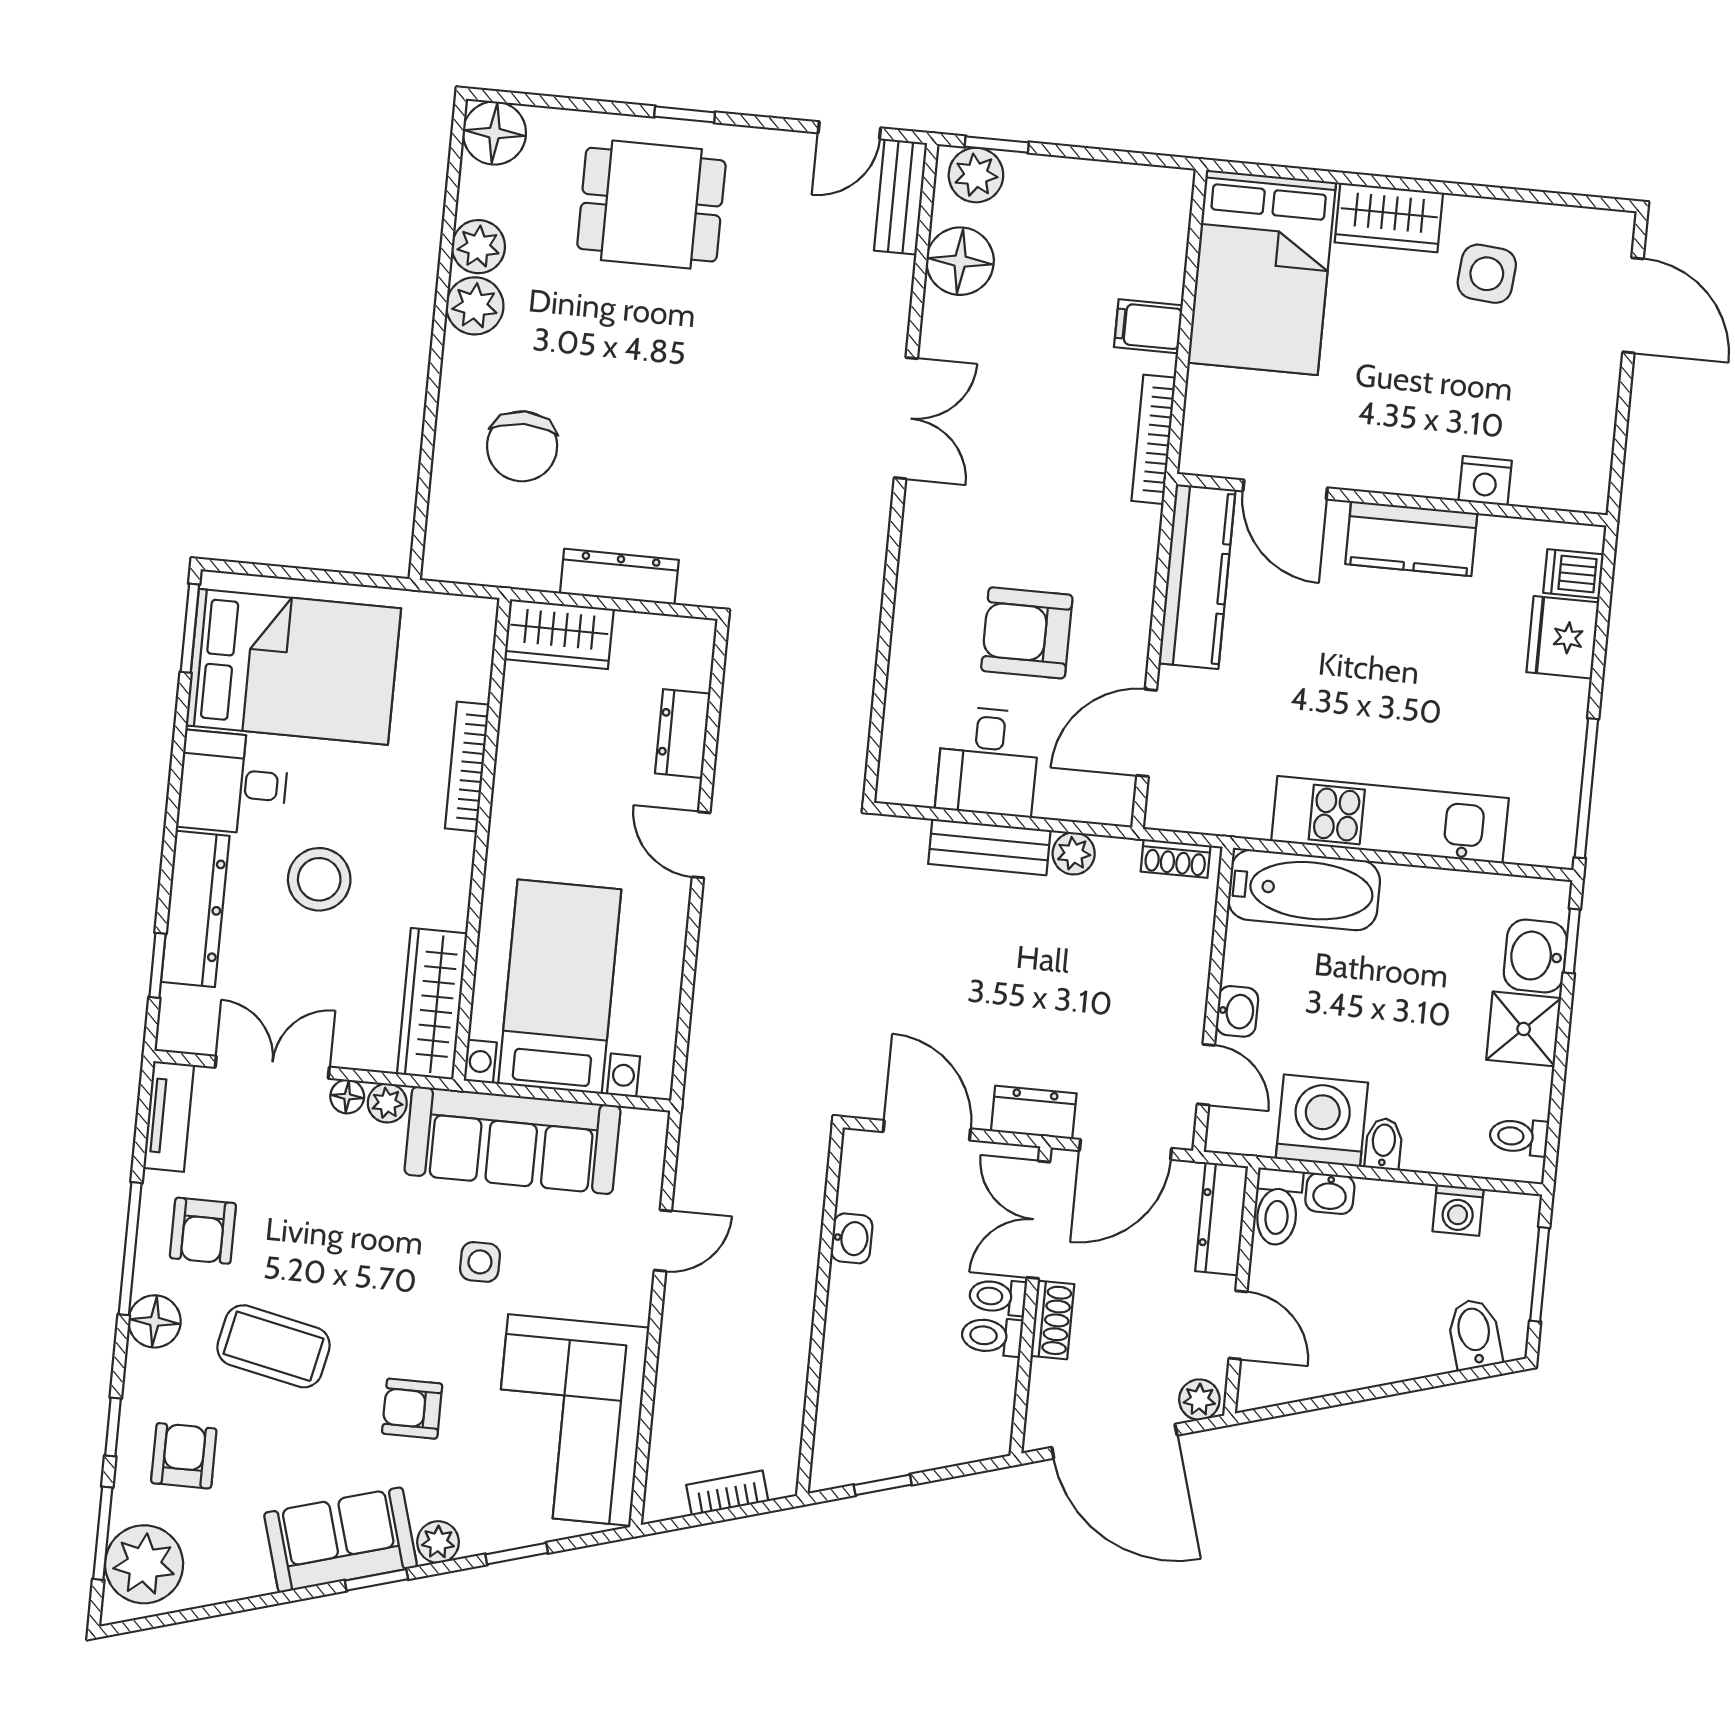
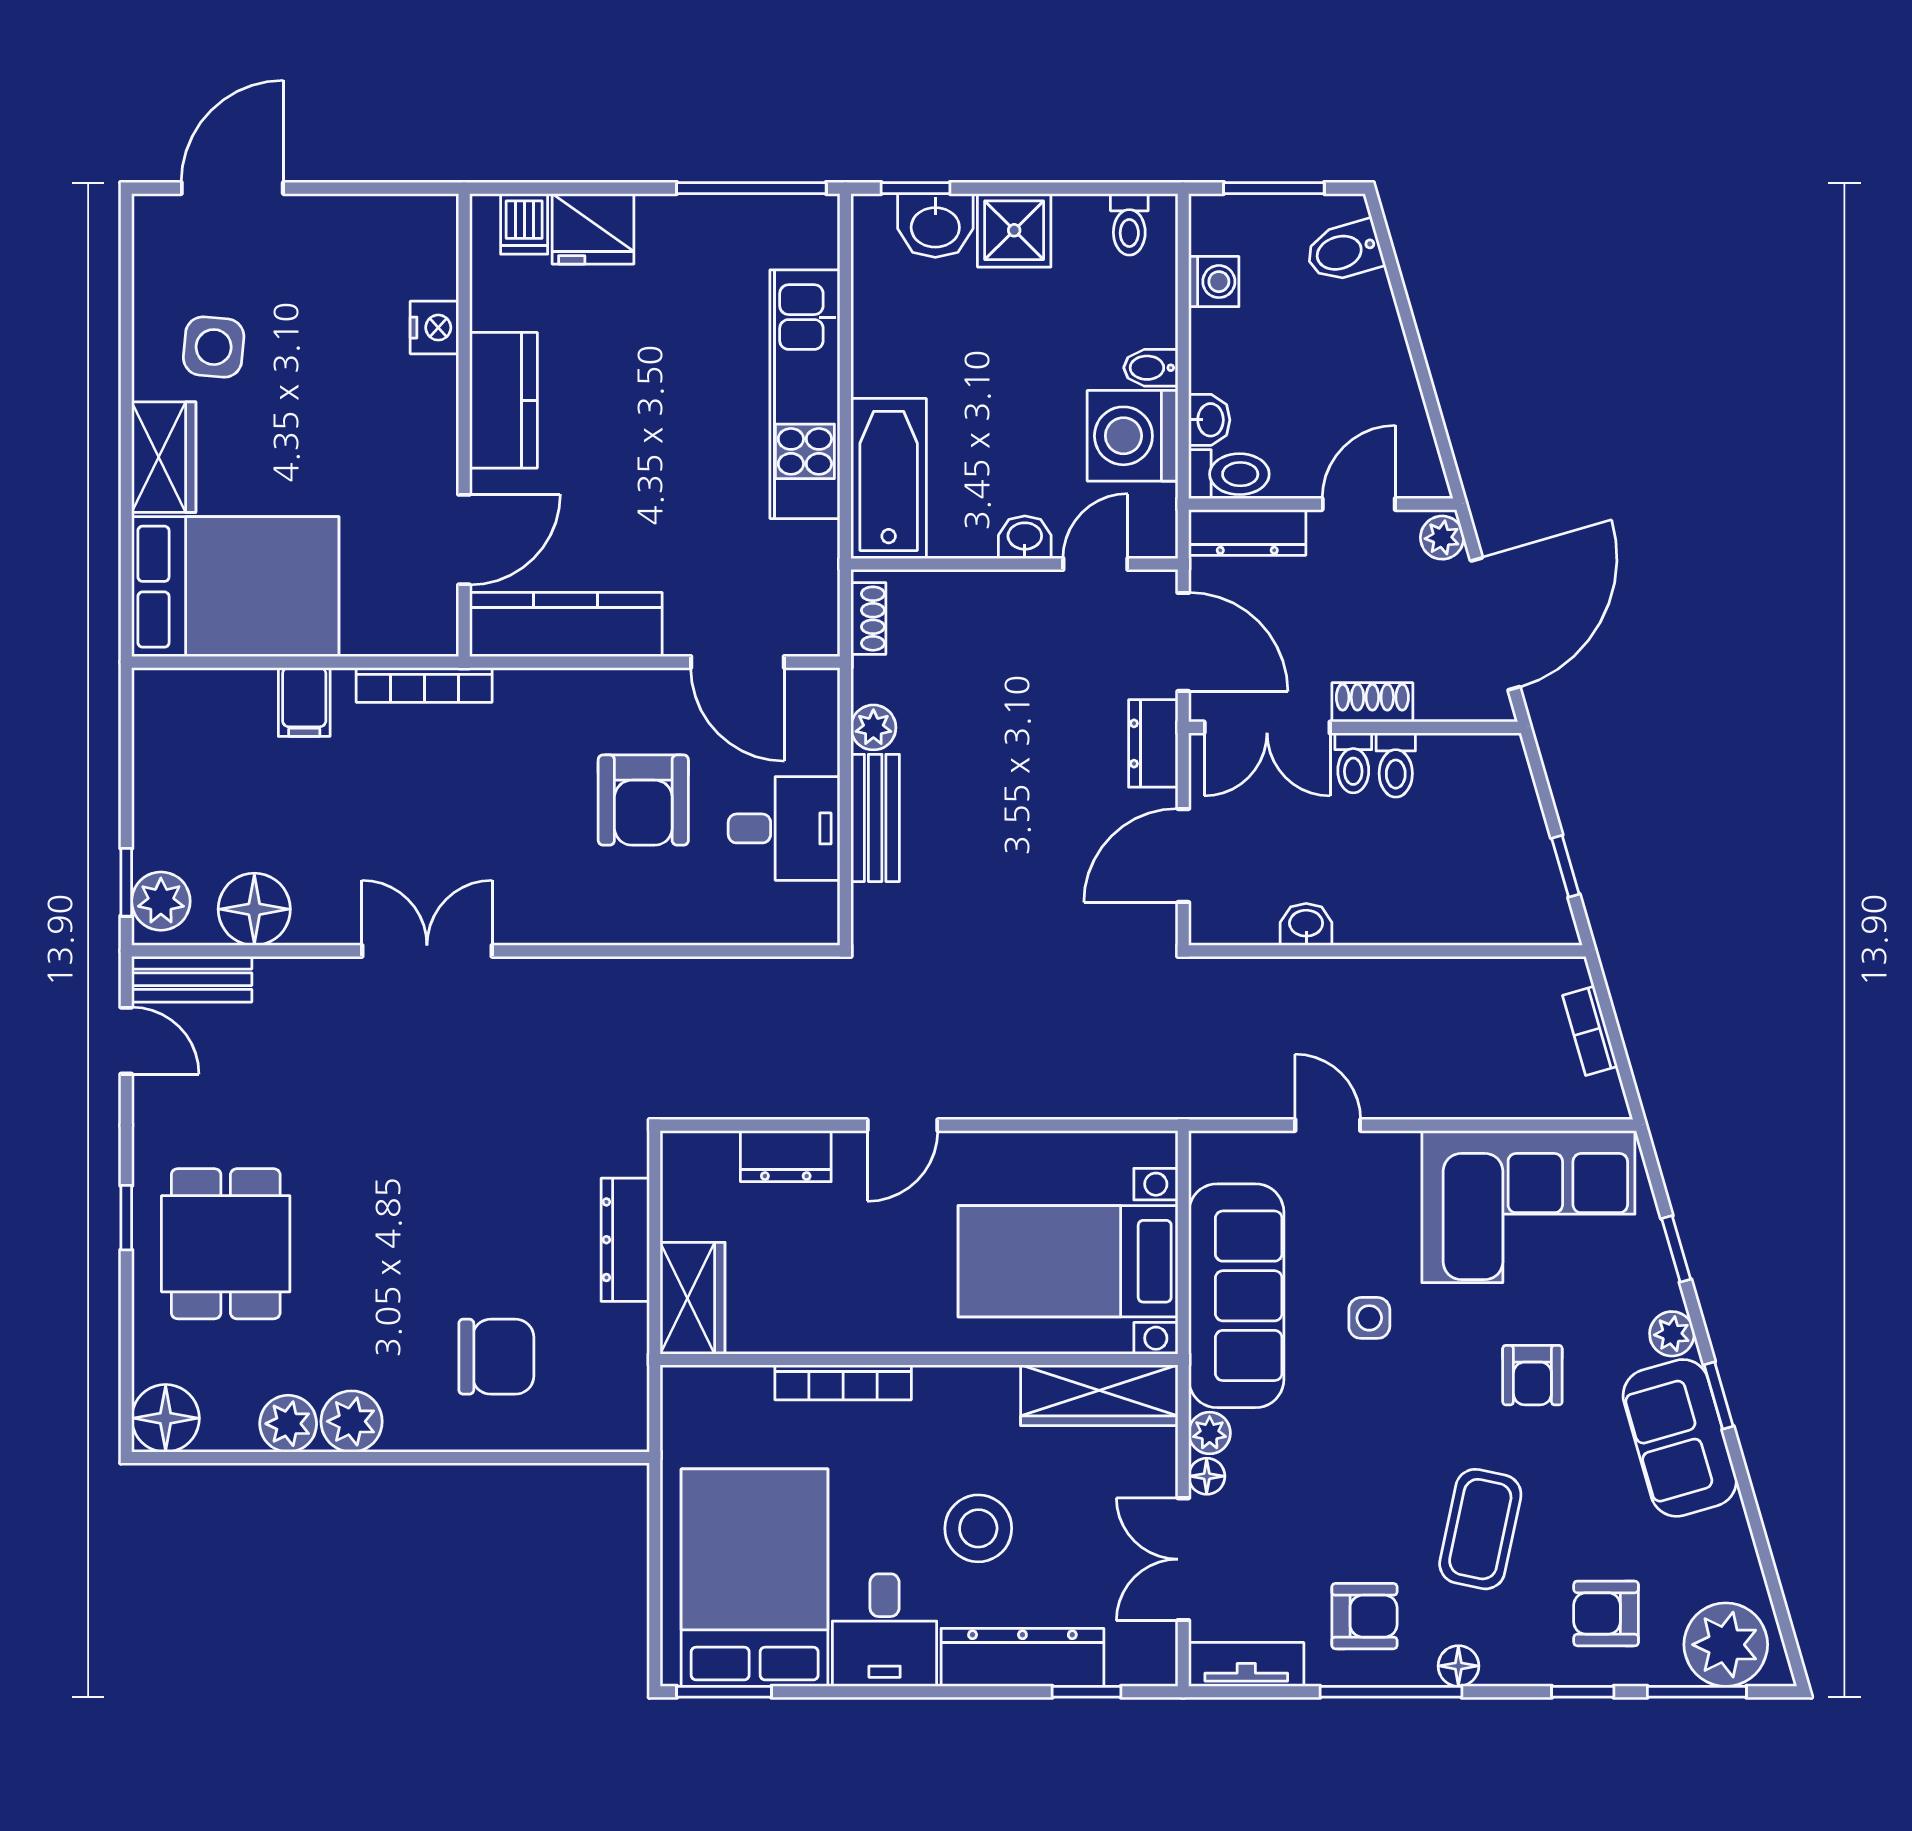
floor lamp: (155, 1321) -> (1458, 1666), width x0.73, depth x0.73

